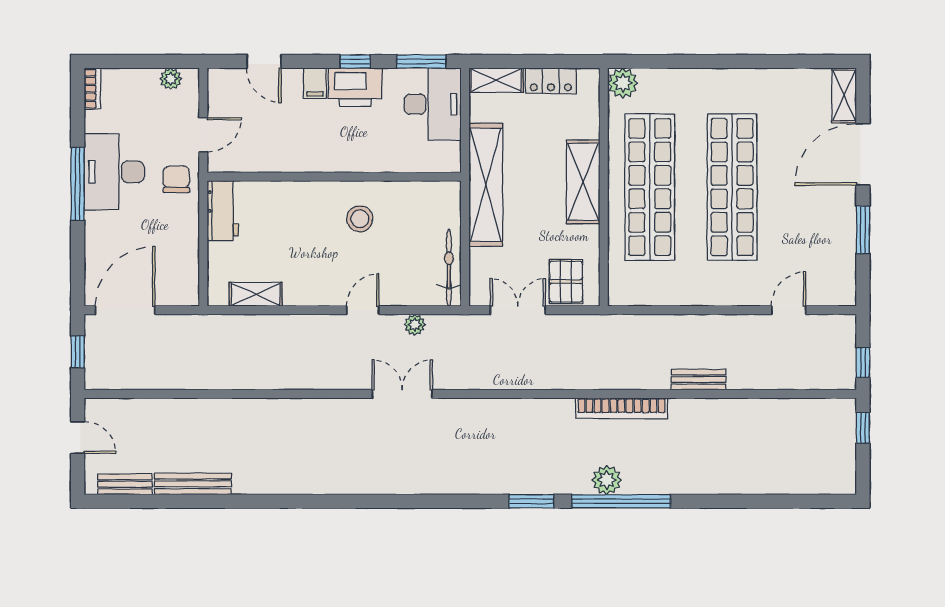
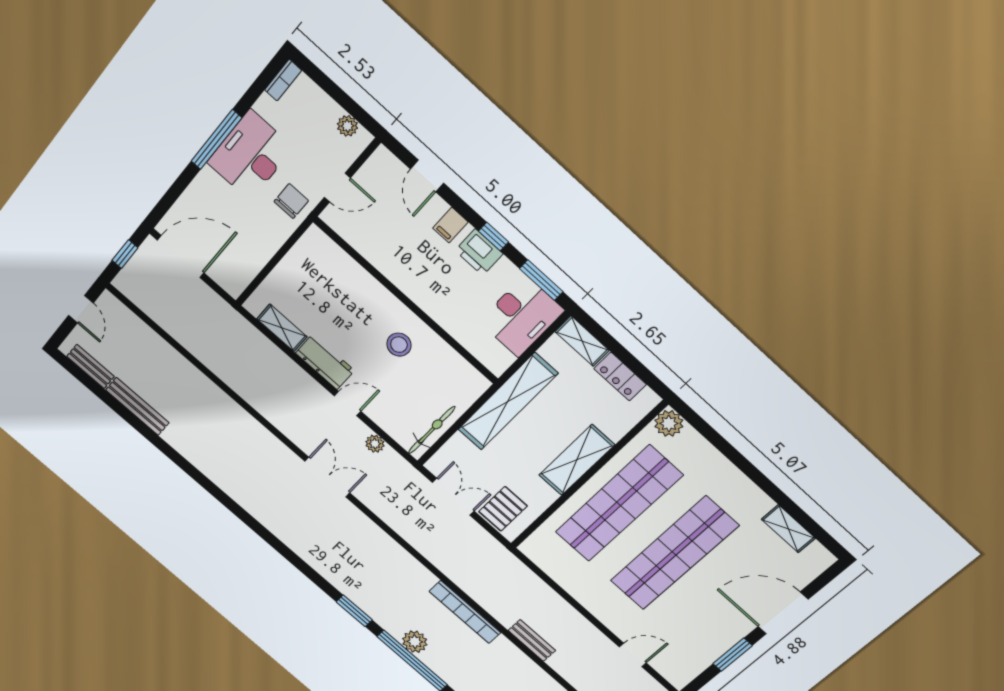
printer: (355, 87) -> (479, 252), width x0.73, depth x0.84
shelving: (844, 95) -> (788, 529), moved, turned 90
workbench: (223, 211) -> (325, 362), moved, turned -90

